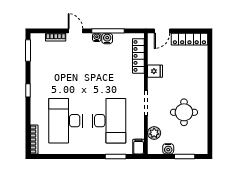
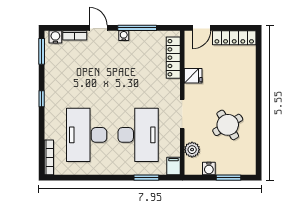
water cooler: (107, 39) -> (55, 37), moved
round table: (184, 112) -> (228, 125), turned -31

